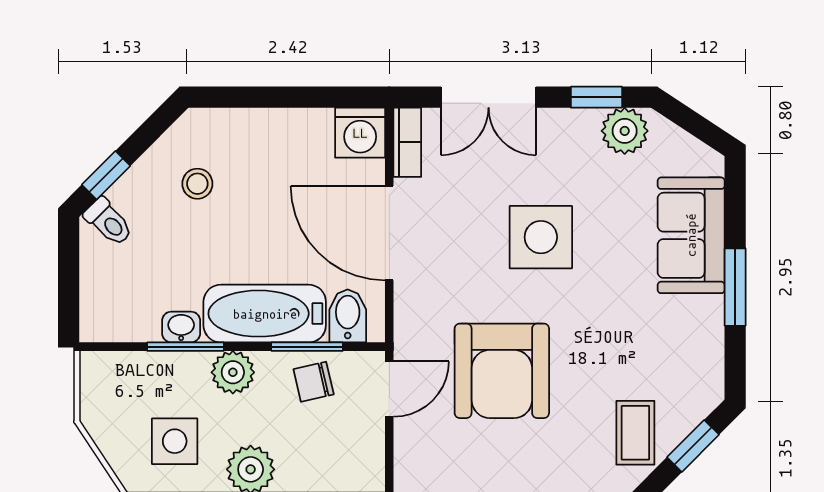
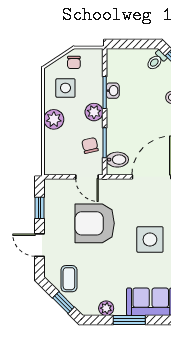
bathtub: (265, 314) -> (118, 125), removed
plant: (707, 343) -> (106, 308), added
chair: (113, 421) -> (74, 62), added
coffee table: (635, 433) -> (69, 279), turned 90

